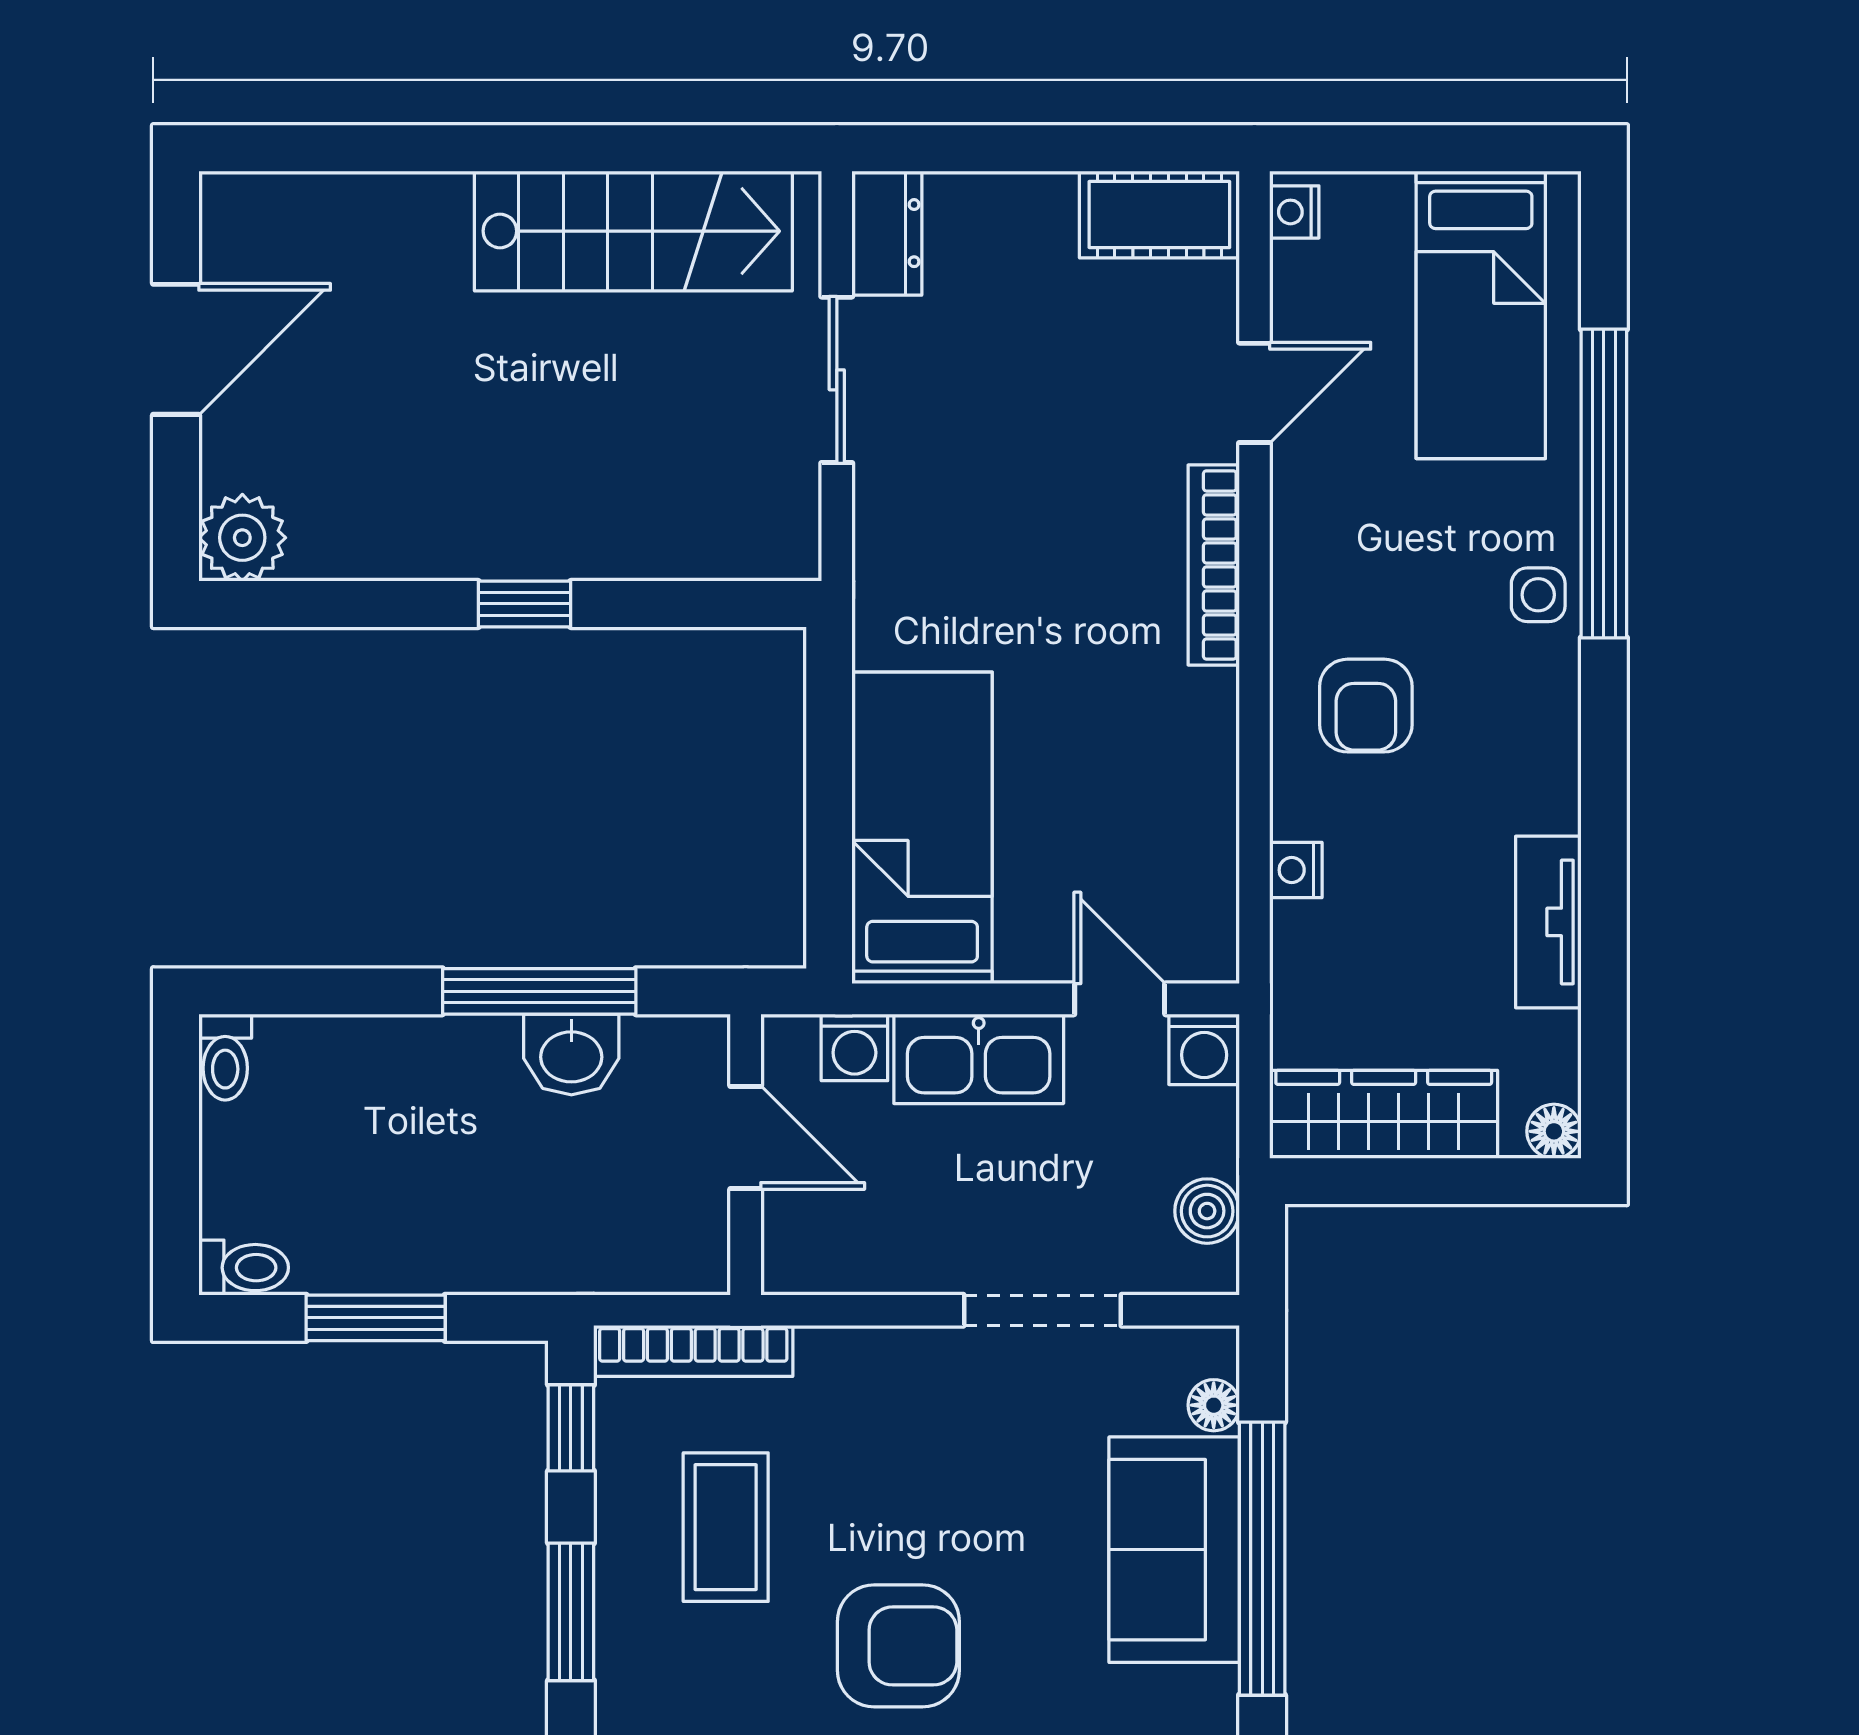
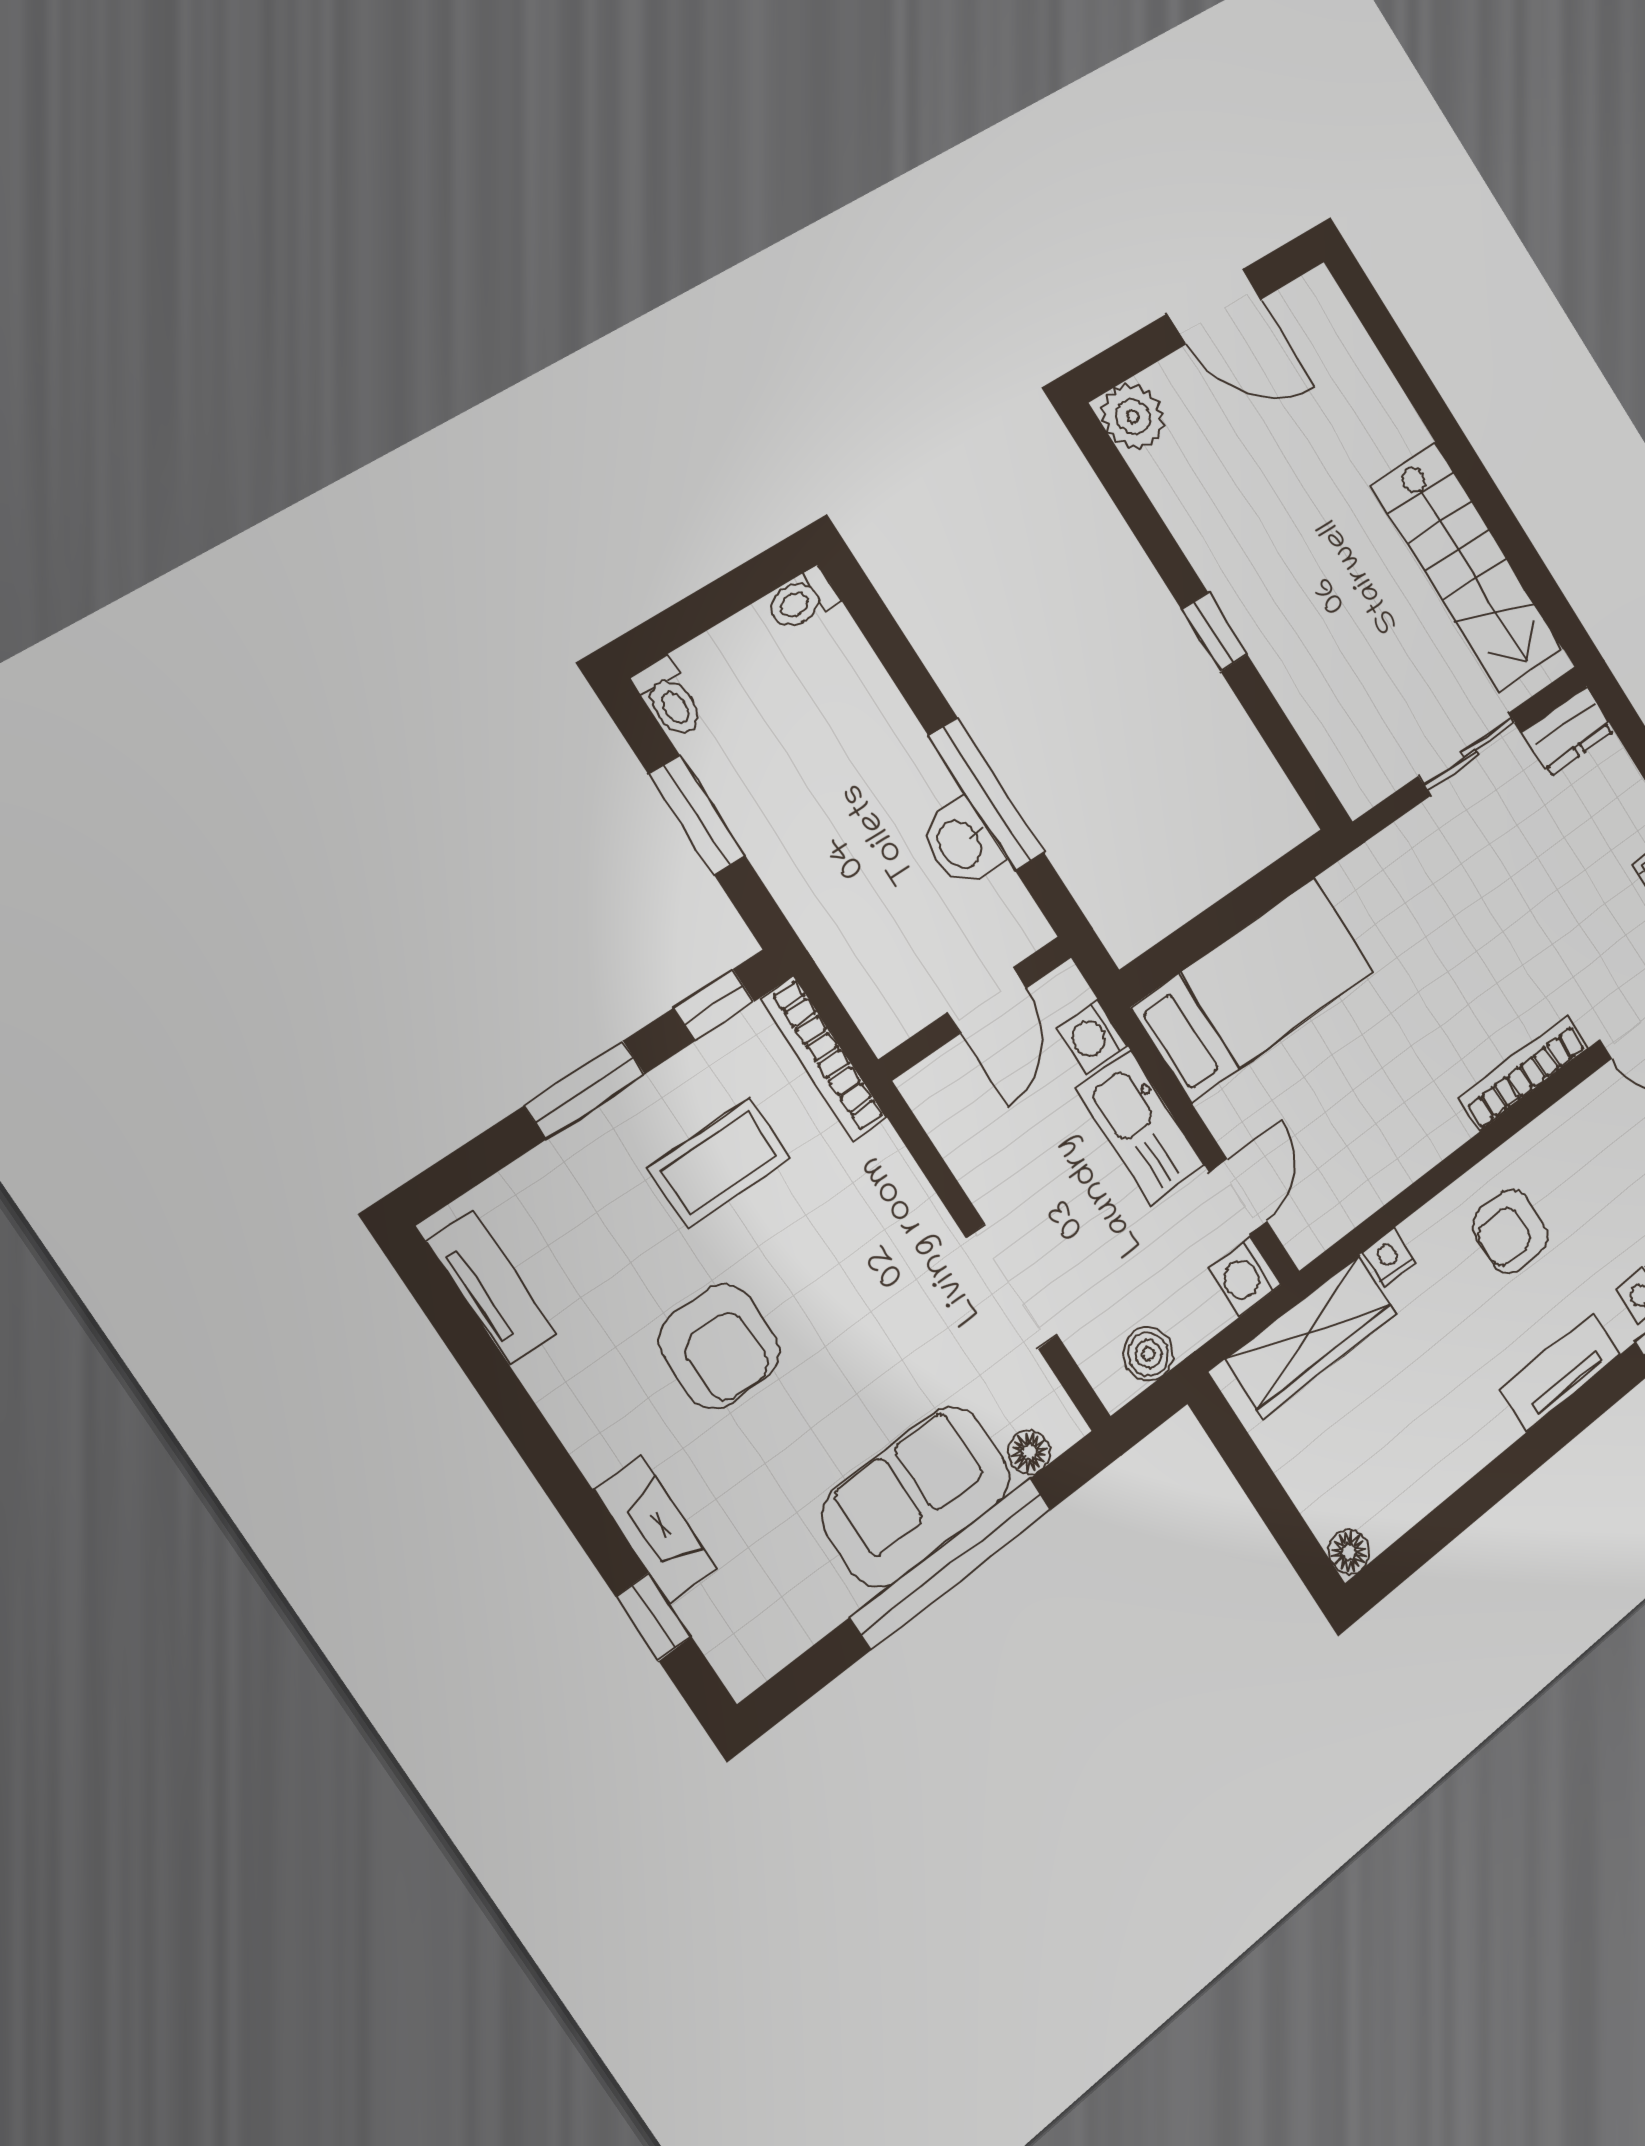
tv unit: (1548, 922) -> (1560, 1372), moved
wardrobe: (1384, 1114) -> (1311, 1336), moved, turned 90

